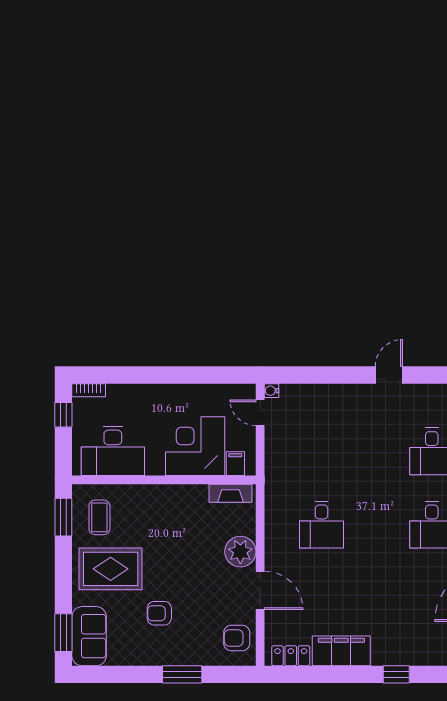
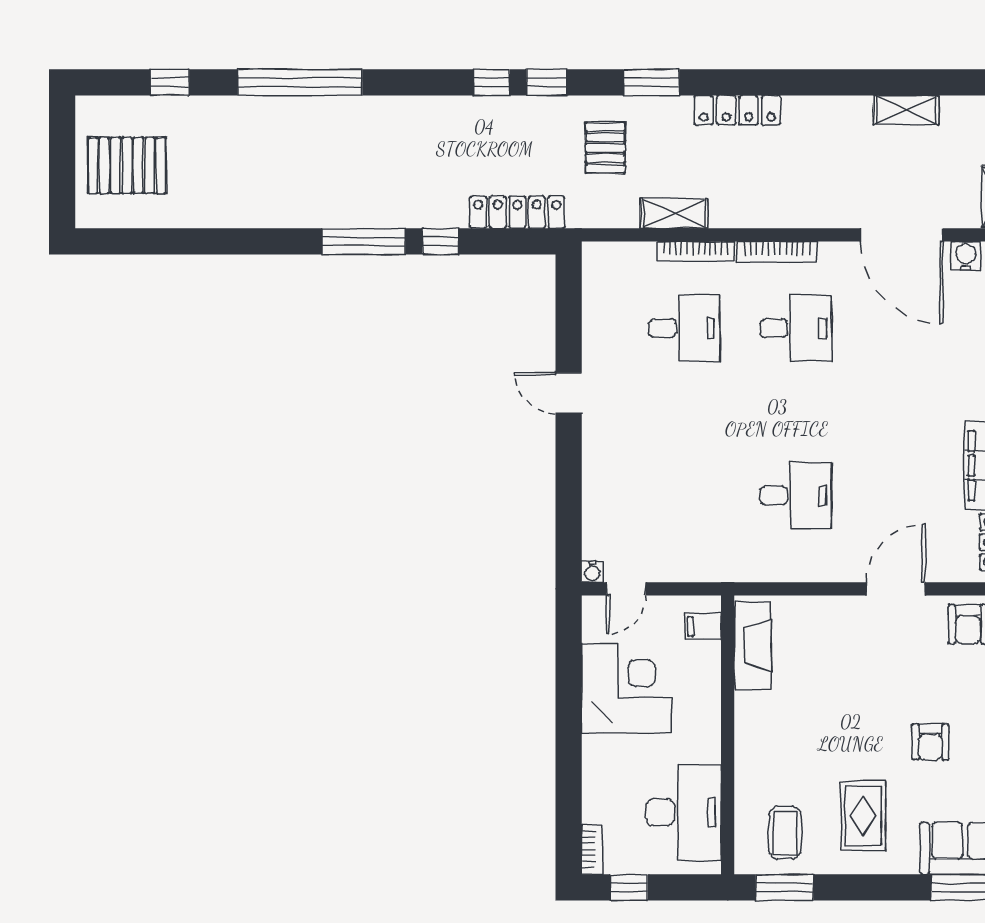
corner desk: (195, 446) -> (626, 688), moved, turned 180
fireplace: (231, 493) -> (752, 646), width x1.37, depth x1.32
coffee table: (99, 517) -> (785, 833), turned 90
plant: (240, 552) -> (837, 619), removed
rug: (111, 569) -> (863, 816), width x0.73, depth x0.70

